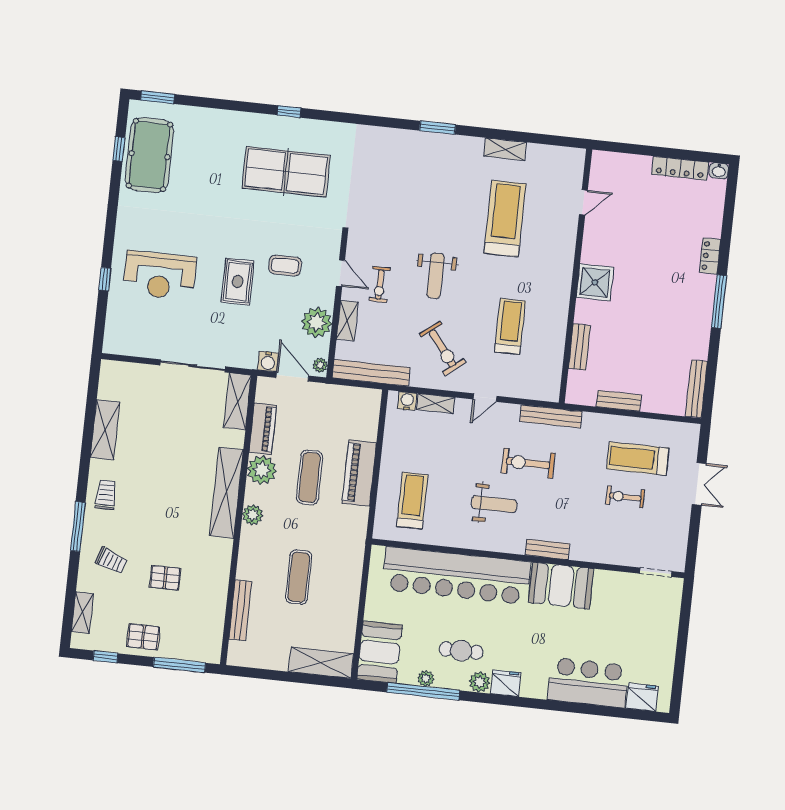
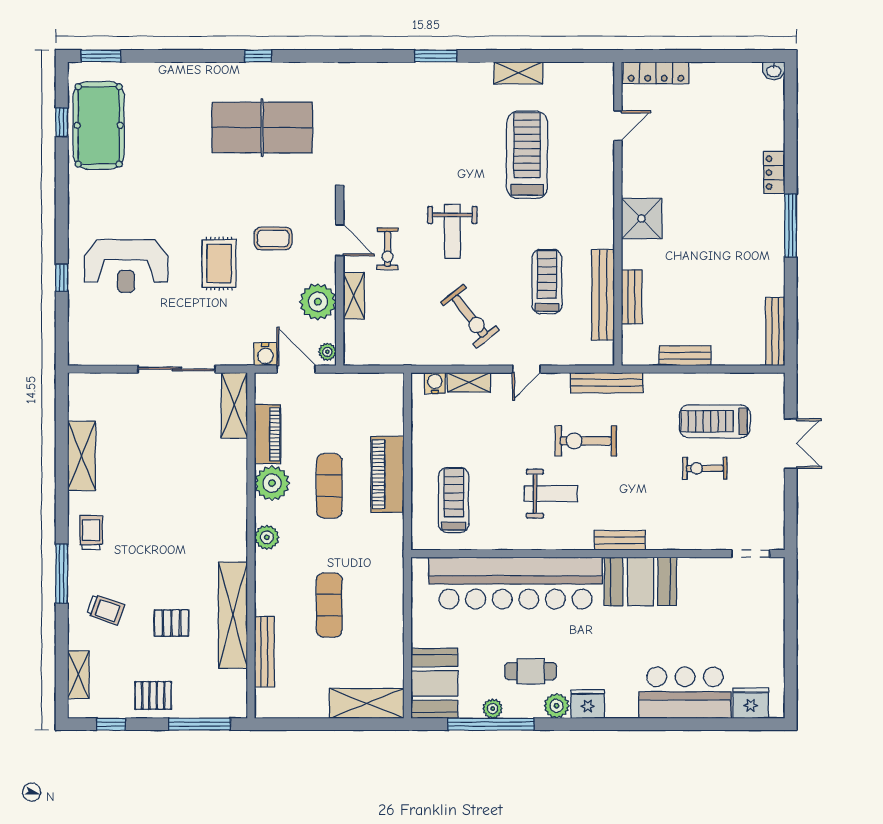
locker: (680, 168) -> (656, 73), moved
bench: (371, 373) -> (603, 295), moved, turned 90
shelving: (226, 493) -> (233, 615), moved

